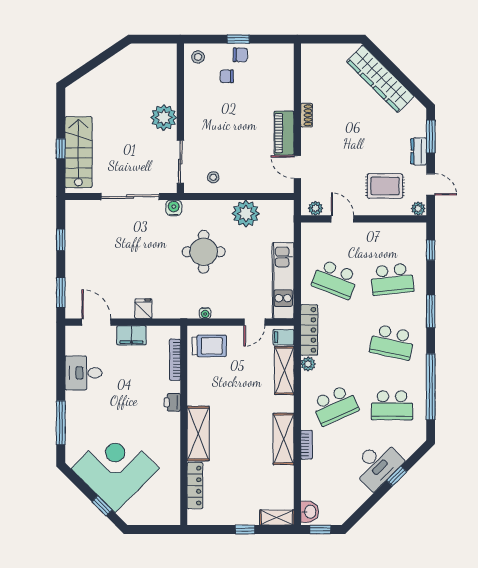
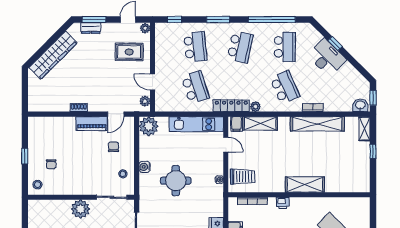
chair: (240, 55) -> (113, 147), moved
dresser: (419, 151) -> (91, 28), moved
rug: (385, 186) -> (129, 52), turned 90
water cooler: (174, 208) -> (145, 167), moved
plant: (246, 214) -> (149, 126), moved
door: (343, 219) -> (152, 82), hinge flipped
school desk: (335, 279) -> (195, 87), turned -39
trolley: (209, 346) -> (243, 177), turned 90
shelving: (284, 439) -> (317, 124), width x1.47
locker: (195, 486) -> (342, 187), removed

